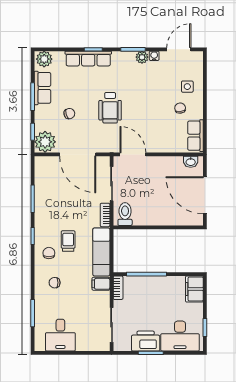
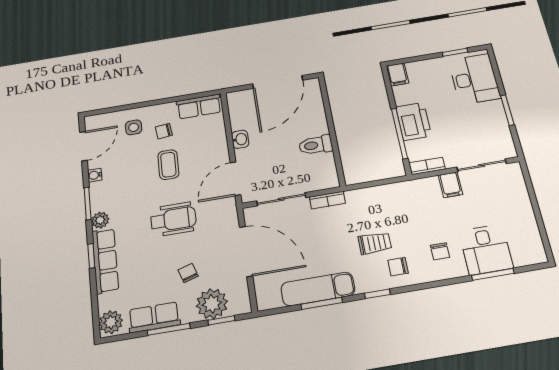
door: (179, 49) -> (83, 146), swing flipped
plant: (142, 57) -> (100, 220), moved
coffee table: (153, 109) -> (168, 165), added
plant: (45, 142) -> (212, 304), moved
door: (78, 154) -> (246, 251), hinge flipped
washbasin: (191, 162) -> (240, 139), moved
toilet: (125, 214) -> (316, 145), moved
trolley: (68, 241) -> (375, 243), turned 180
exam couch: (101, 252) -> (318, 289), moved, turned 180
filing cabinet: (101, 284) -> (450, 185), moved
filing cabinet: (194, 289) -> (397, 74), width x0.50
desk: (60, 335) -> (486, 249), moved, turned 90
printer: (146, 341) -> (414, 121), moved, turned 180

